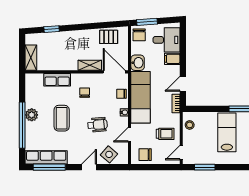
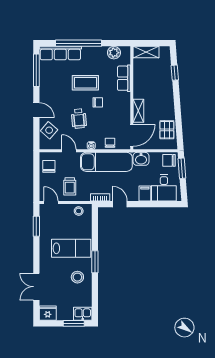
chair: (85, 93) -> (98, 102), moved
plant: (32, 115) -> (114, 53), moved
row of seats: (46, 157) -> (60, 53), moved, turned 90

